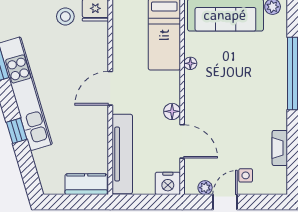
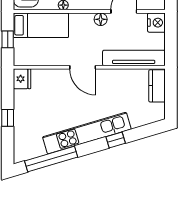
stool: (65, 16) -> (27, 102), removed

